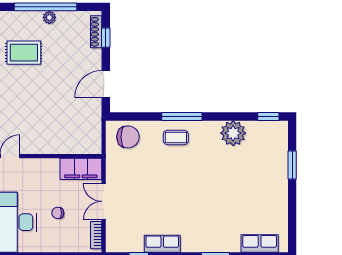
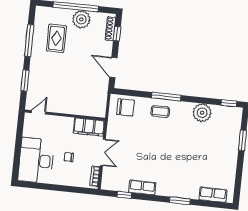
plant: (49, 17) -> (81, 19), width x1.88, depth x1.88
rug: (24, 53) -> (56, 38), turned 90
door: (106, 84) -> (113, 67), hinge flipped
double door: (104, 201) -> (103, 152), swing flipped

